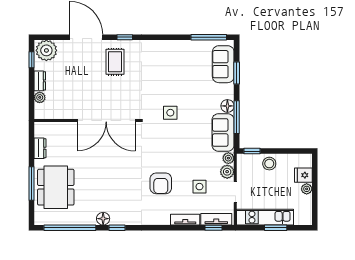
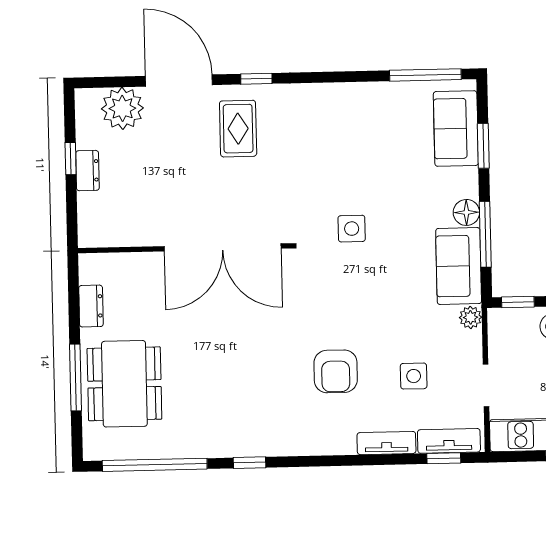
plant: (46, 50) -> (122, 108), moved
window: (32, 60) -> (71, 159), moved
plant: (40, 97) -> (88, 204), removed
plant: (227, 172) -> (469, 345), removed
floor lamp: (103, 219) -> (221, 445), removed

